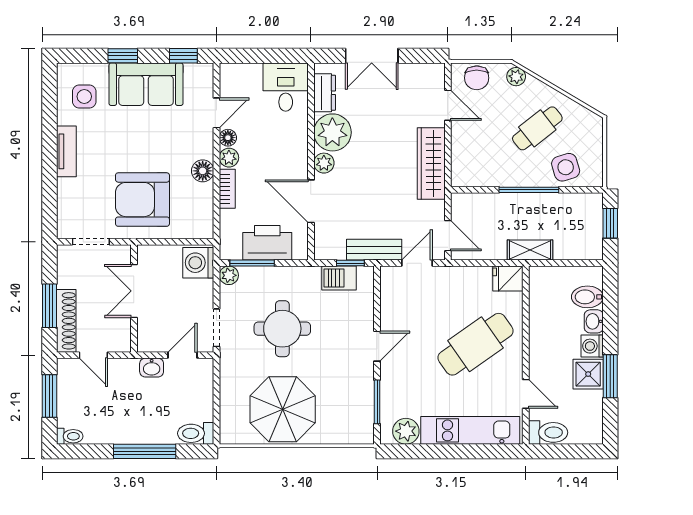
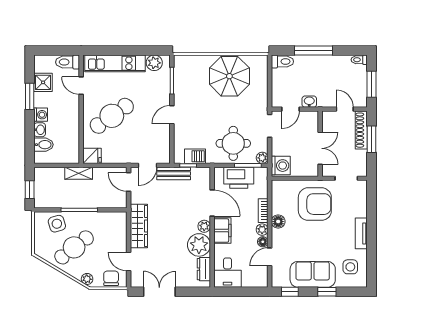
double door: (372, 56) -> (159, 292), moved
cafe table: (537, 128) -> (74, 247), width x1.37, depth x1.35
filing cabinet: (294, 156) -> (222, 231), added
round table: (282, 329) -> (233, 143), moved
shower: (588, 374) -> (43, 82), moved

